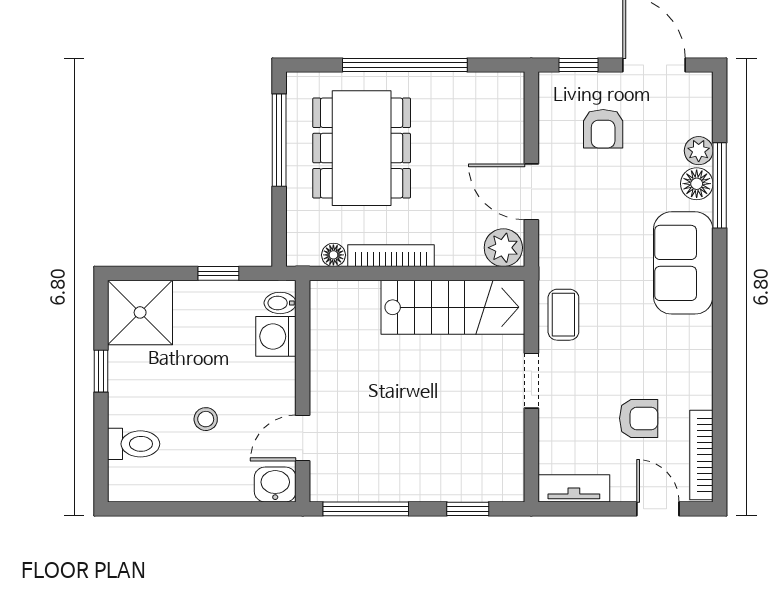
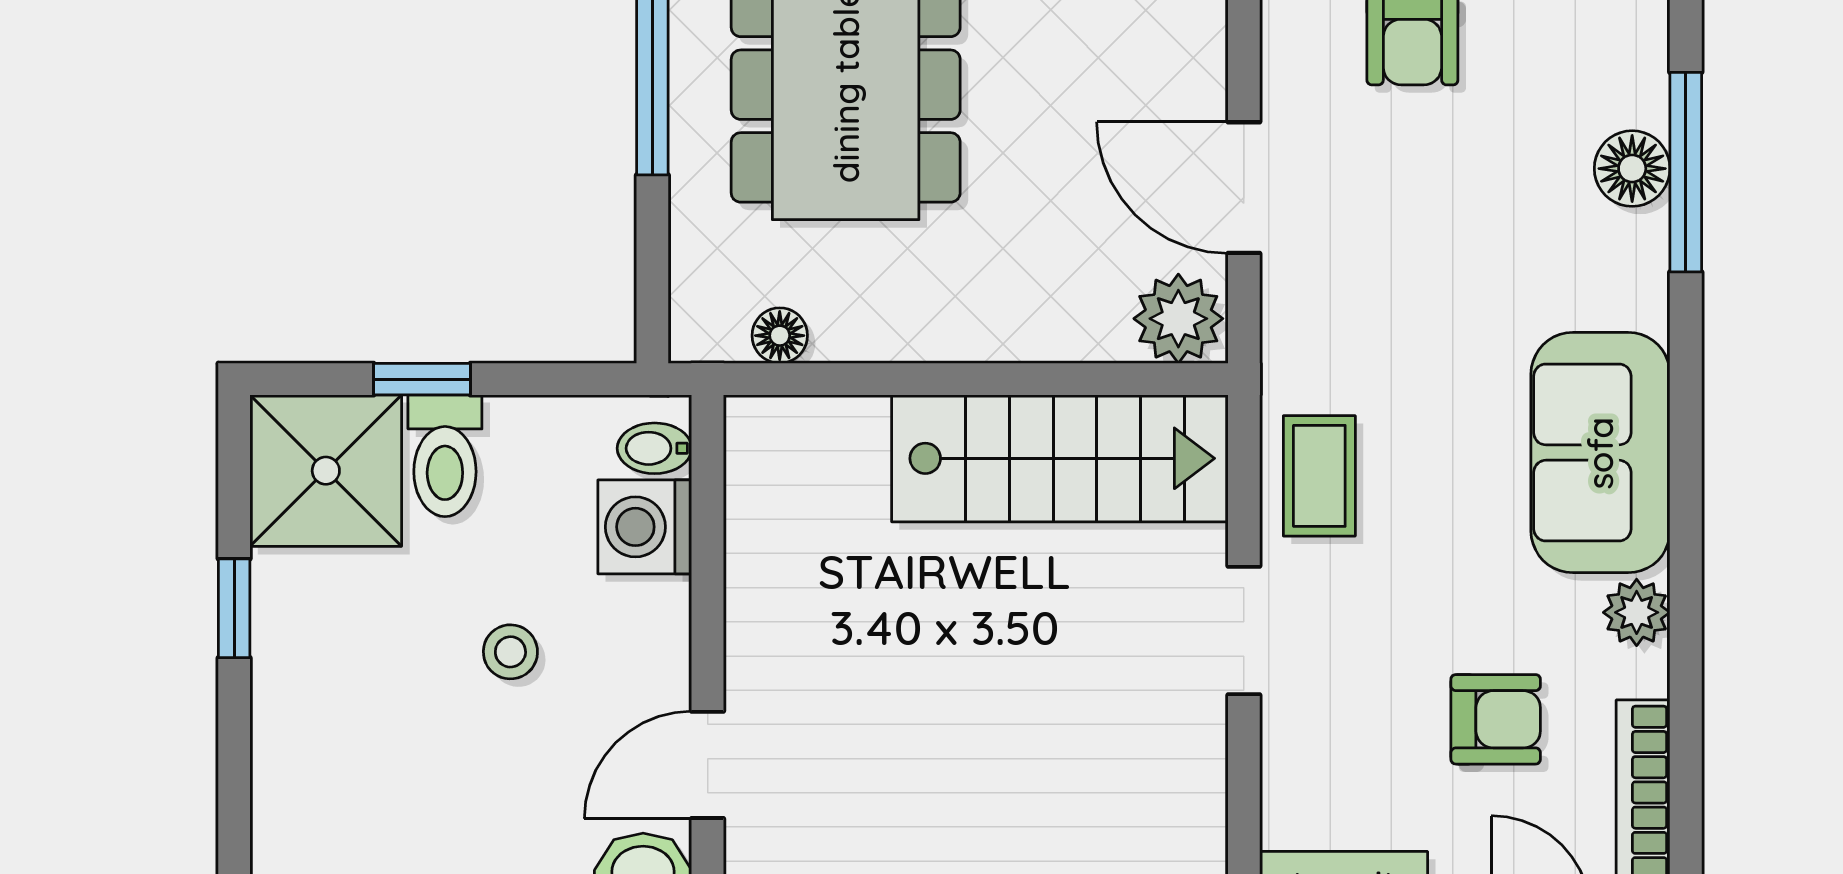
plant: (699, 151) -> (1637, 612), moved
bookcase: (391, 256) -> (915, 337), removed
sofa: (683, 263) -> (1600, 453), moved
window: (218, 273) -> (422, 379), moved
stool: (206, 419) -> (510, 652), moved
toilet: (134, 444) -> (445, 456), moved, turned 90

